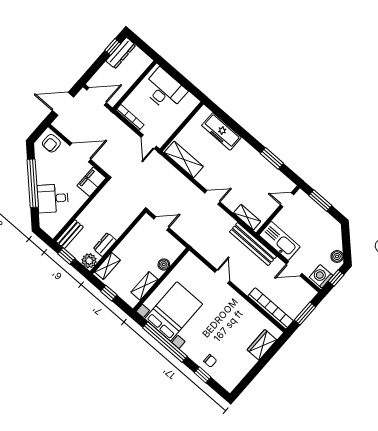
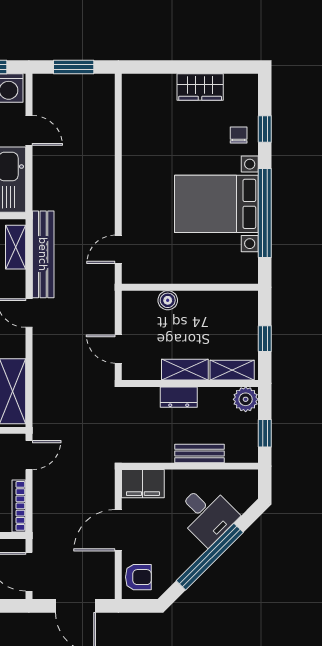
door: (80, 153) -> (118, 530), hinge flipped
bench: (70, 234) -> (199, 453), moved
bench: (253, 244) -> (43, 254), moved
dresser: (105, 245) -> (179, 397), moved
door: (222, 277) -> (118, 249), moved
shelving: (145, 286) -> (185, 370), moved
bookcase: (271, 308) -> (105, 116), removed
bed with nightstands: (174, 311) -> (216, 204), moved
wardrobe: (262, 345) -> (200, 87), moved

